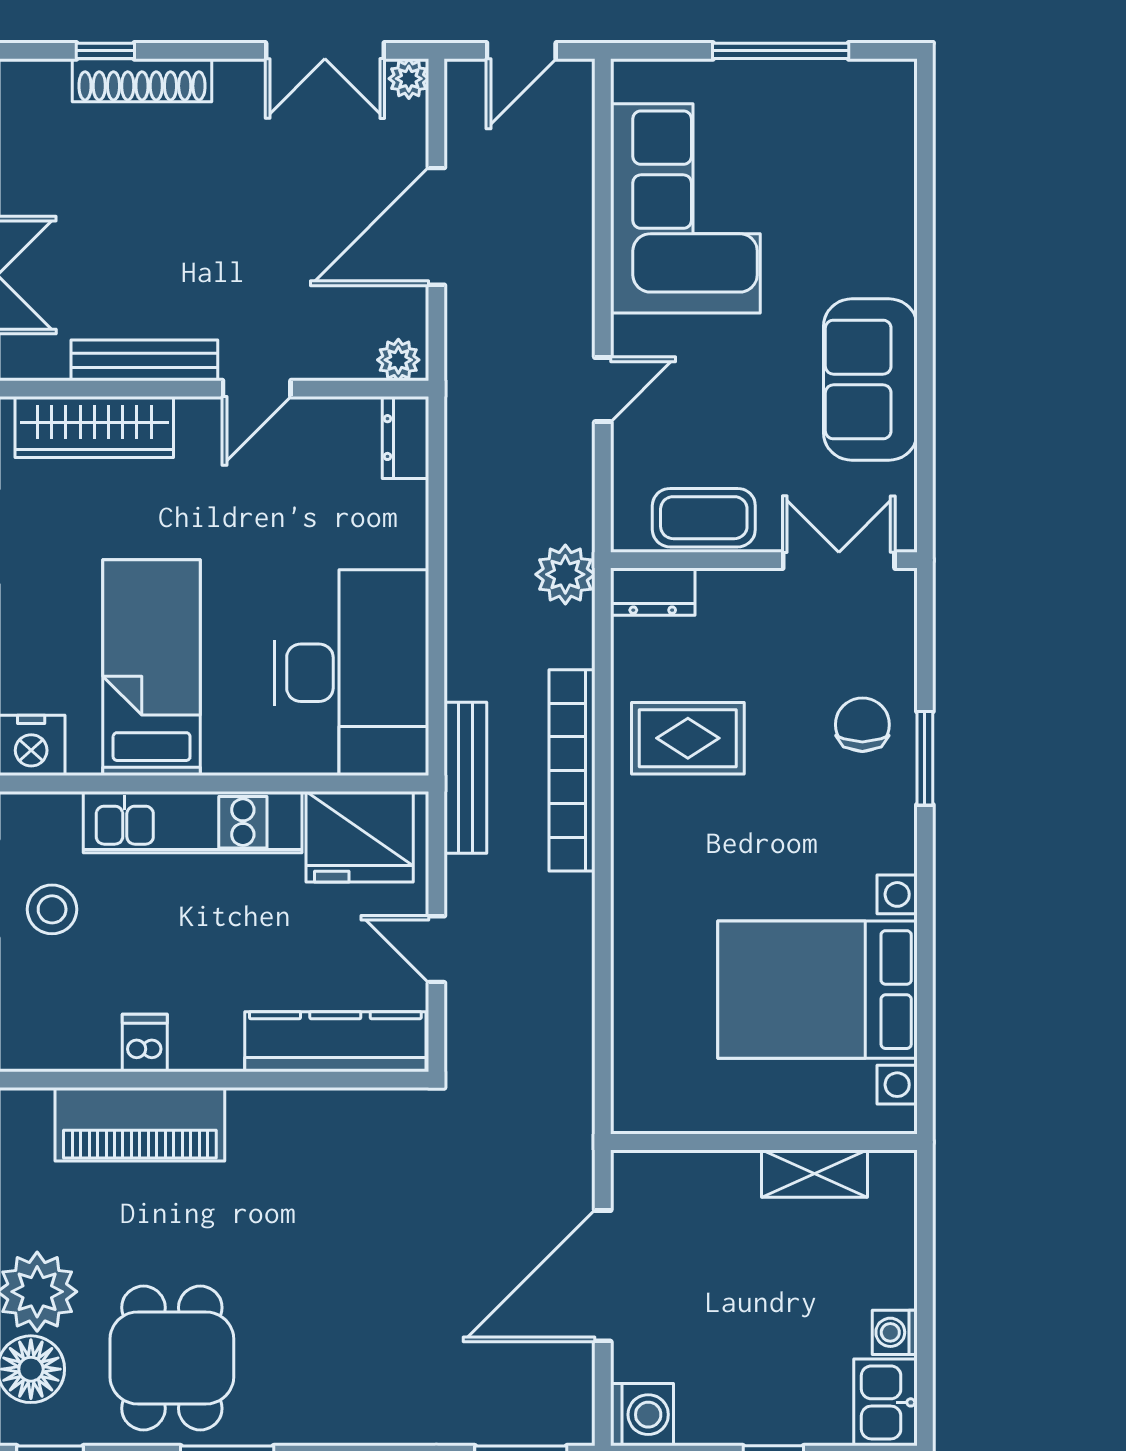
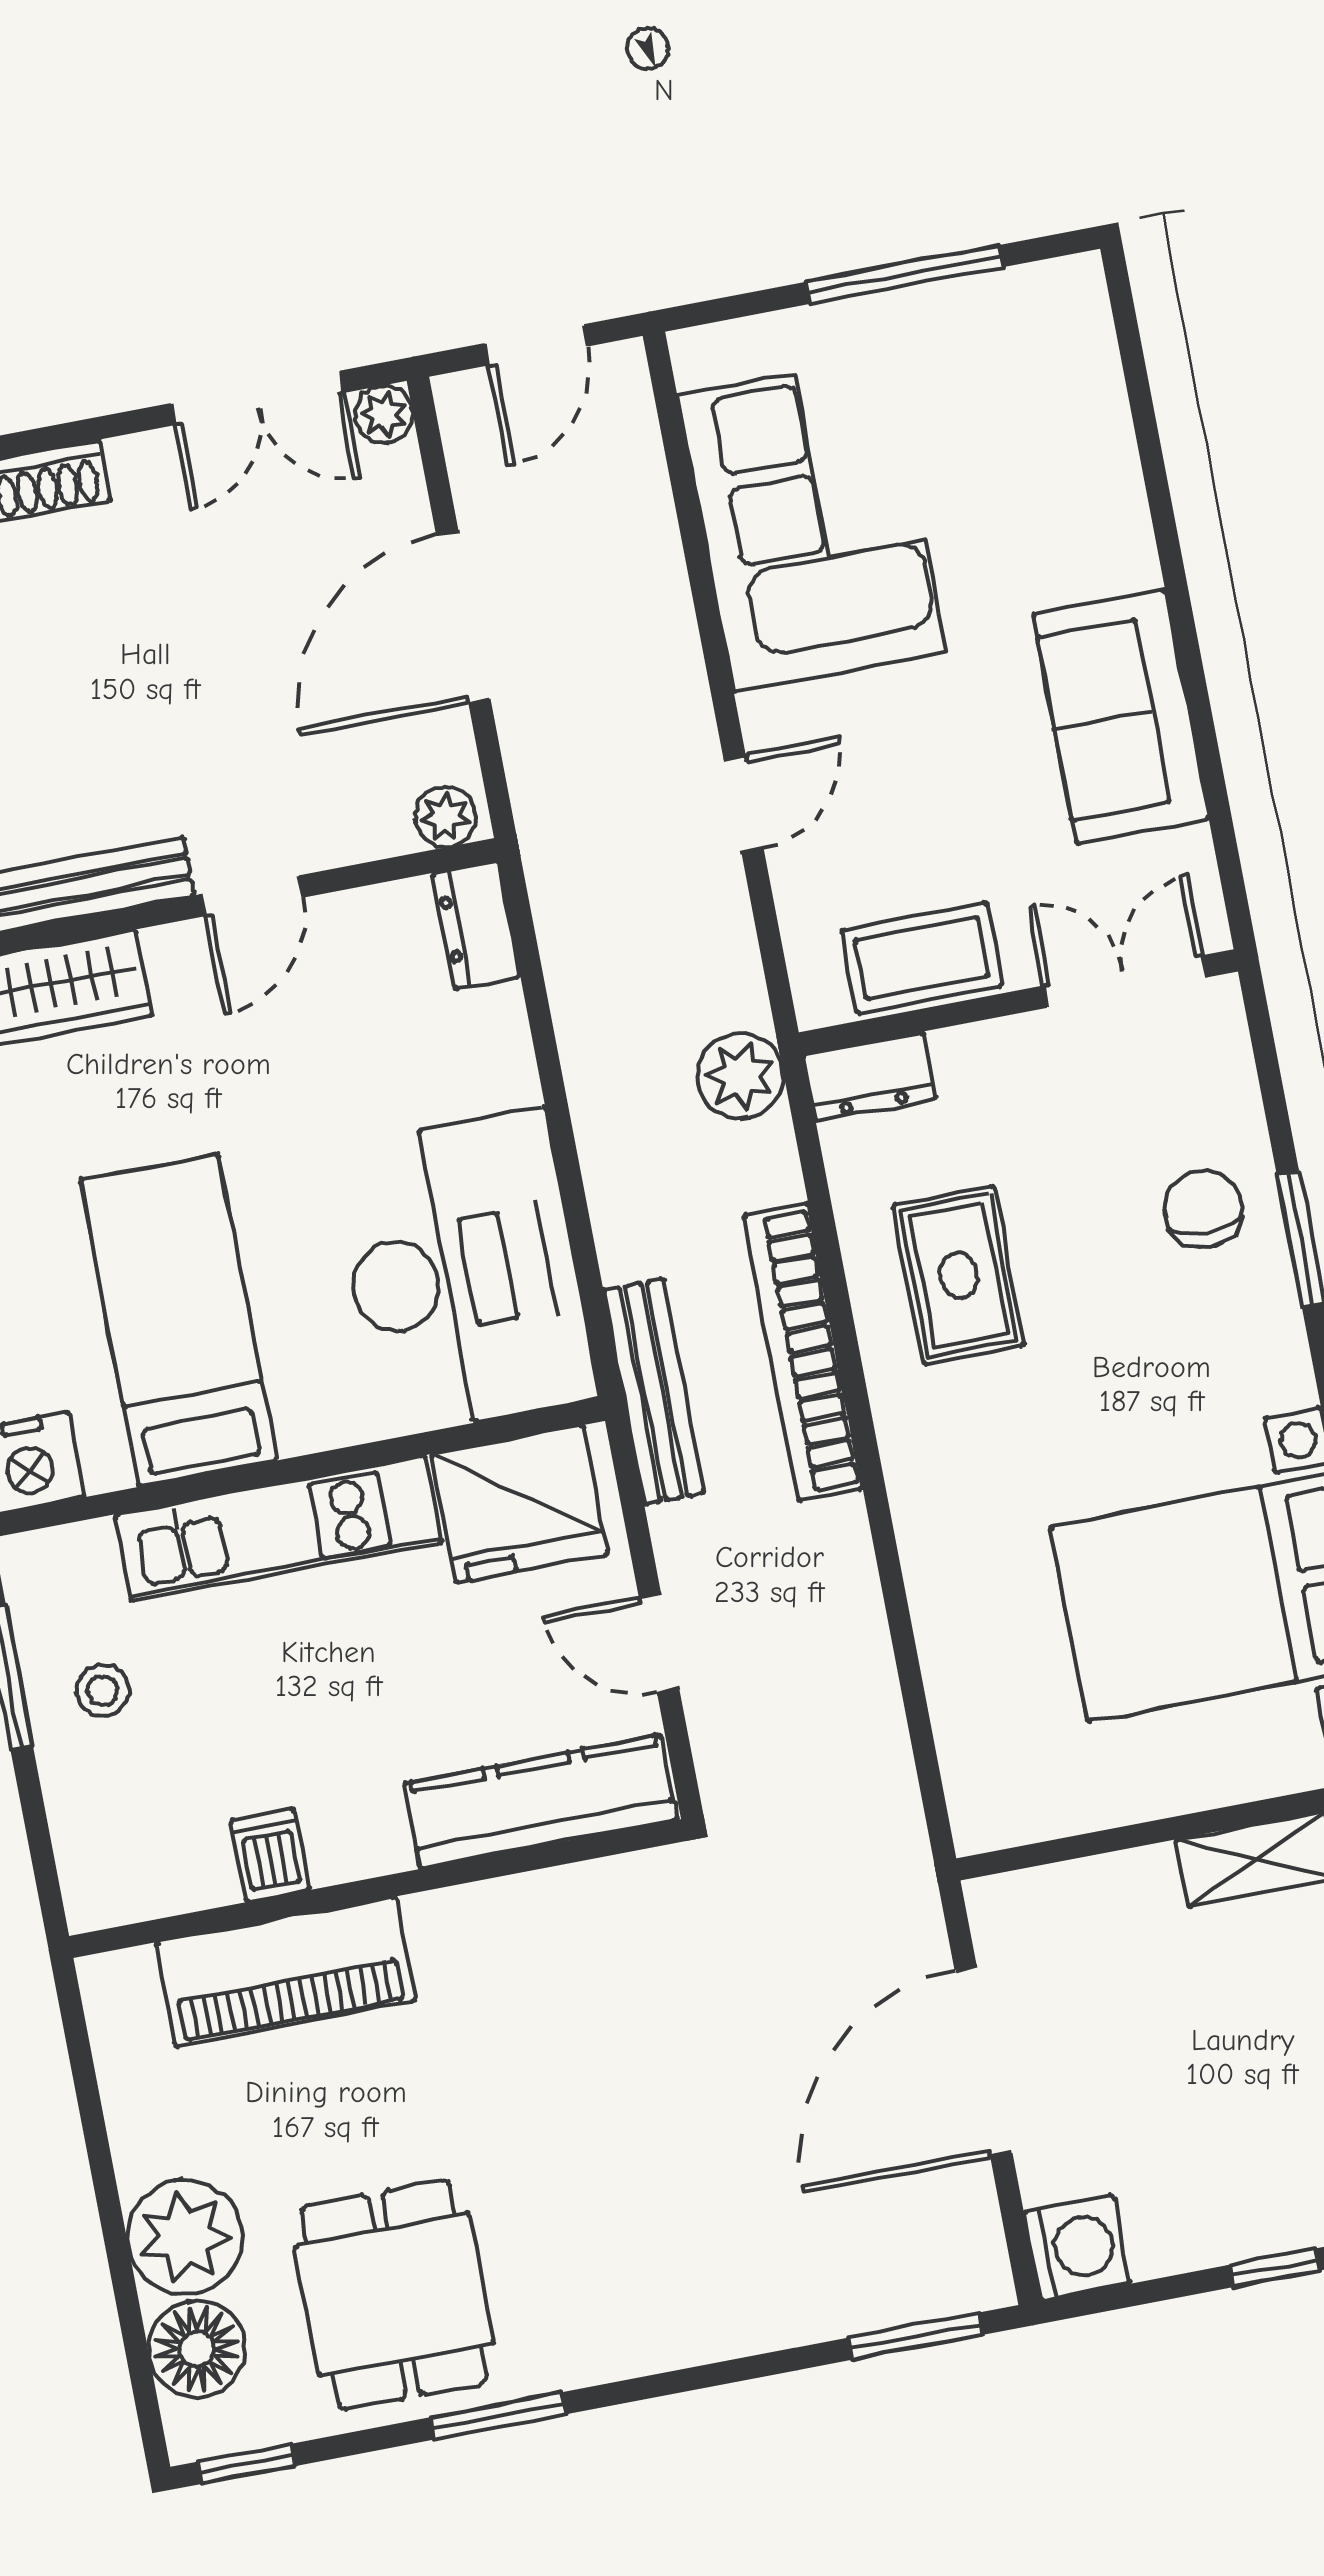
rug: (688, 738) -> (959, 1275), turned 90
stool: (52, 909) -> (103, 1690), width x0.73, depth x0.73

